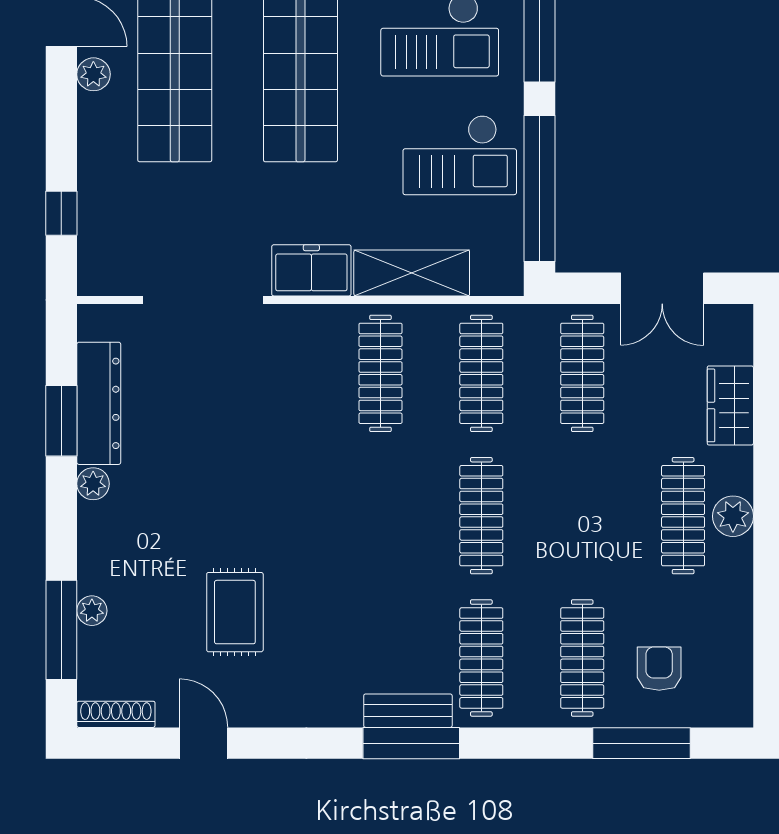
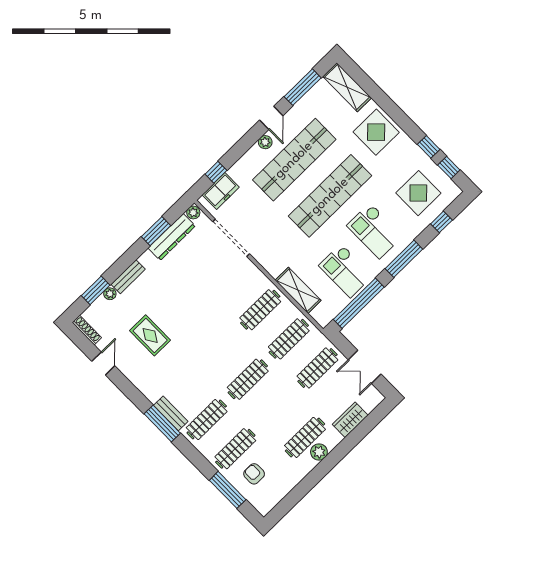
freezer: (311, 270) -> (221, 191), moved, turned 90
plant: (93, 484) -> (193, 212), moved
bench: (94, 549) -> (128, 277), added
rug: (235, 612) -> (150, 335), turned 90
window: (61, 630) -> (96, 290), width x0.69
armchair: (659, 669) -> (254, 474), turned -90

